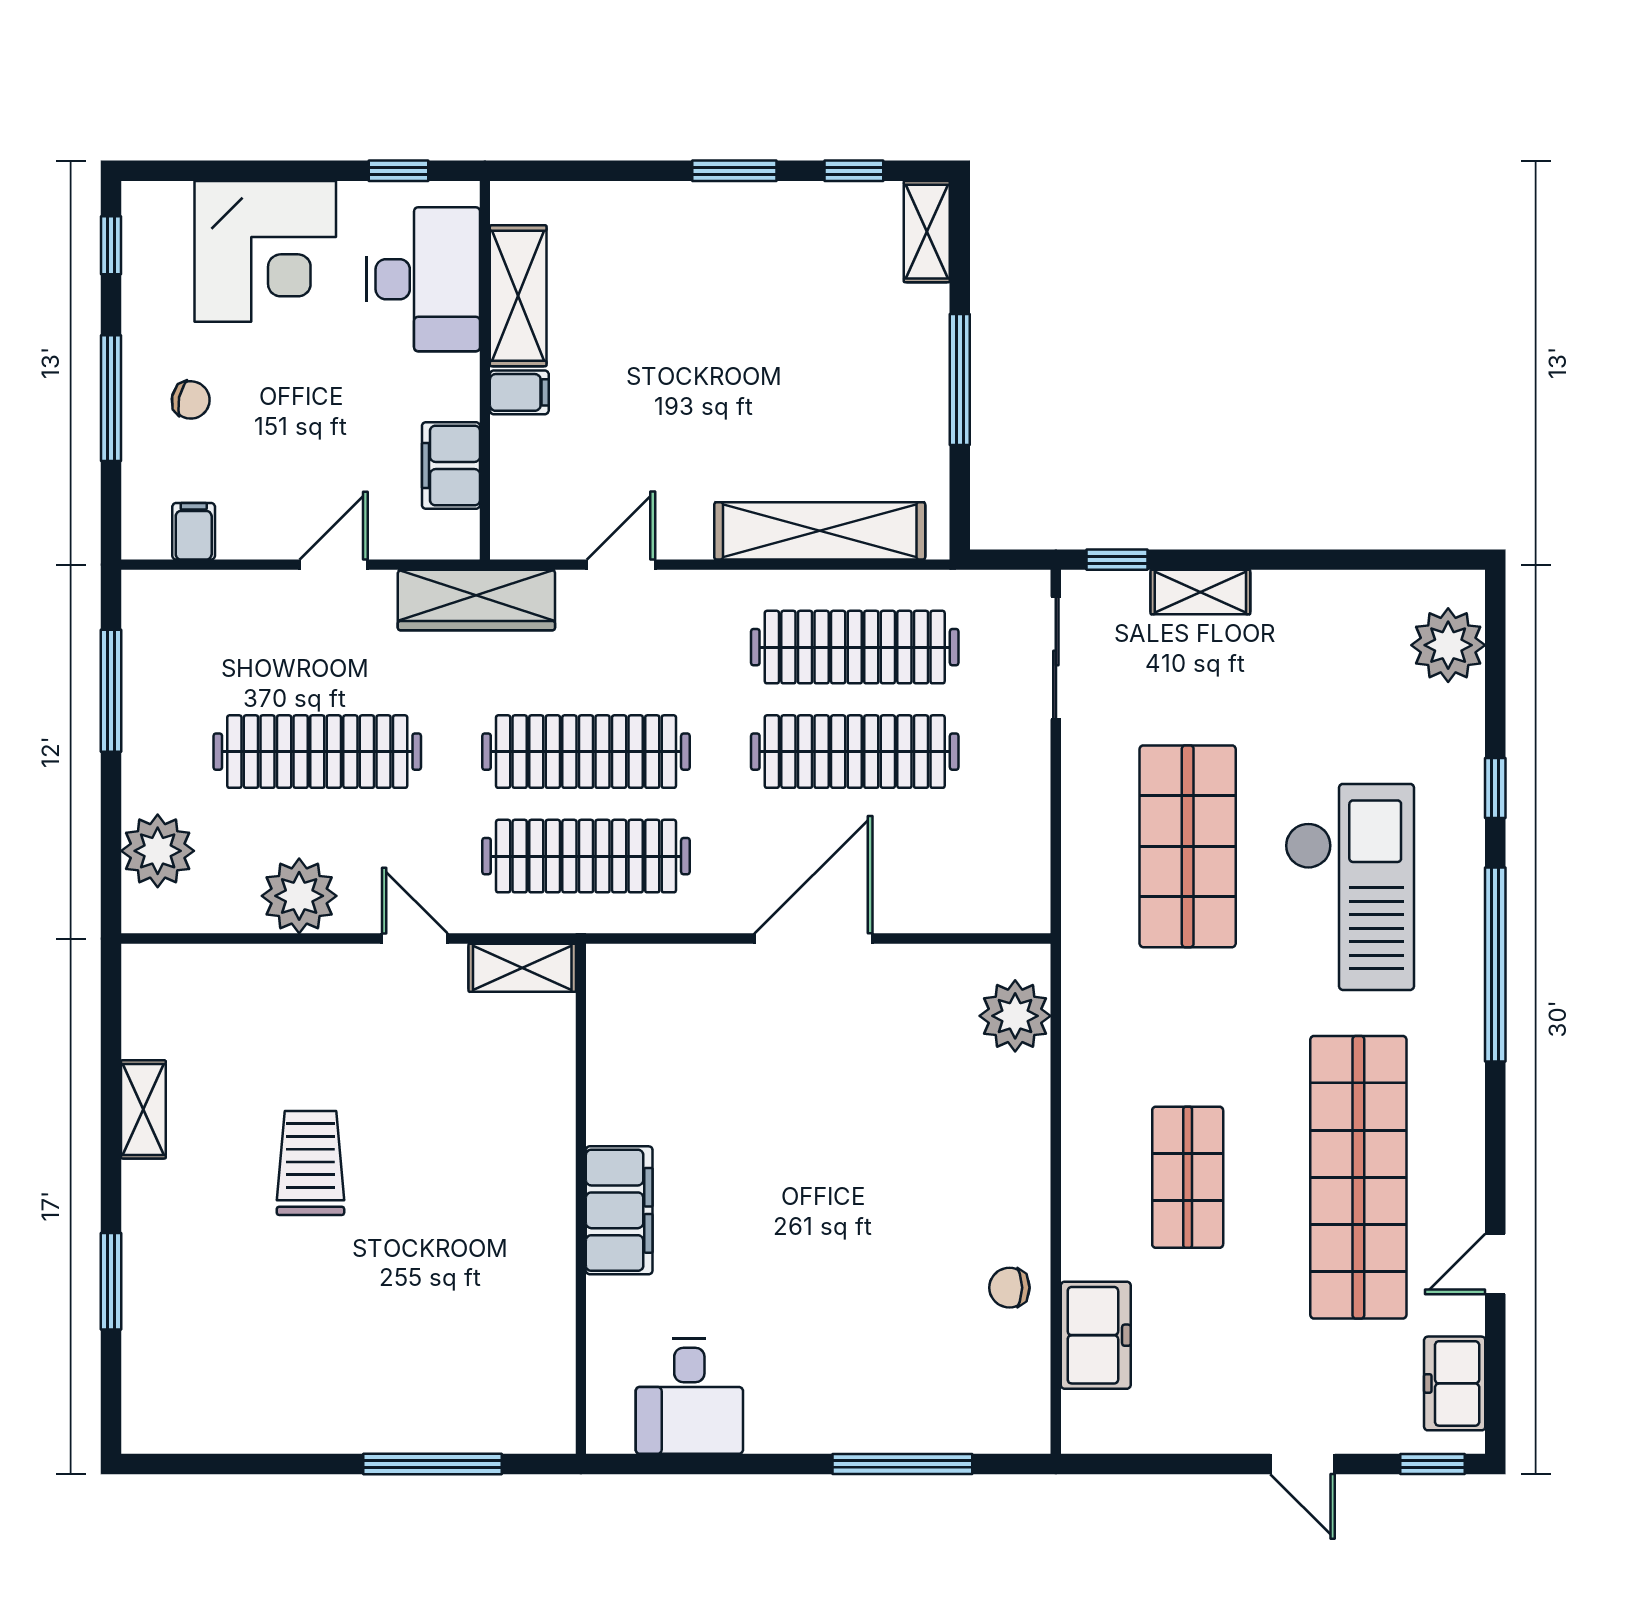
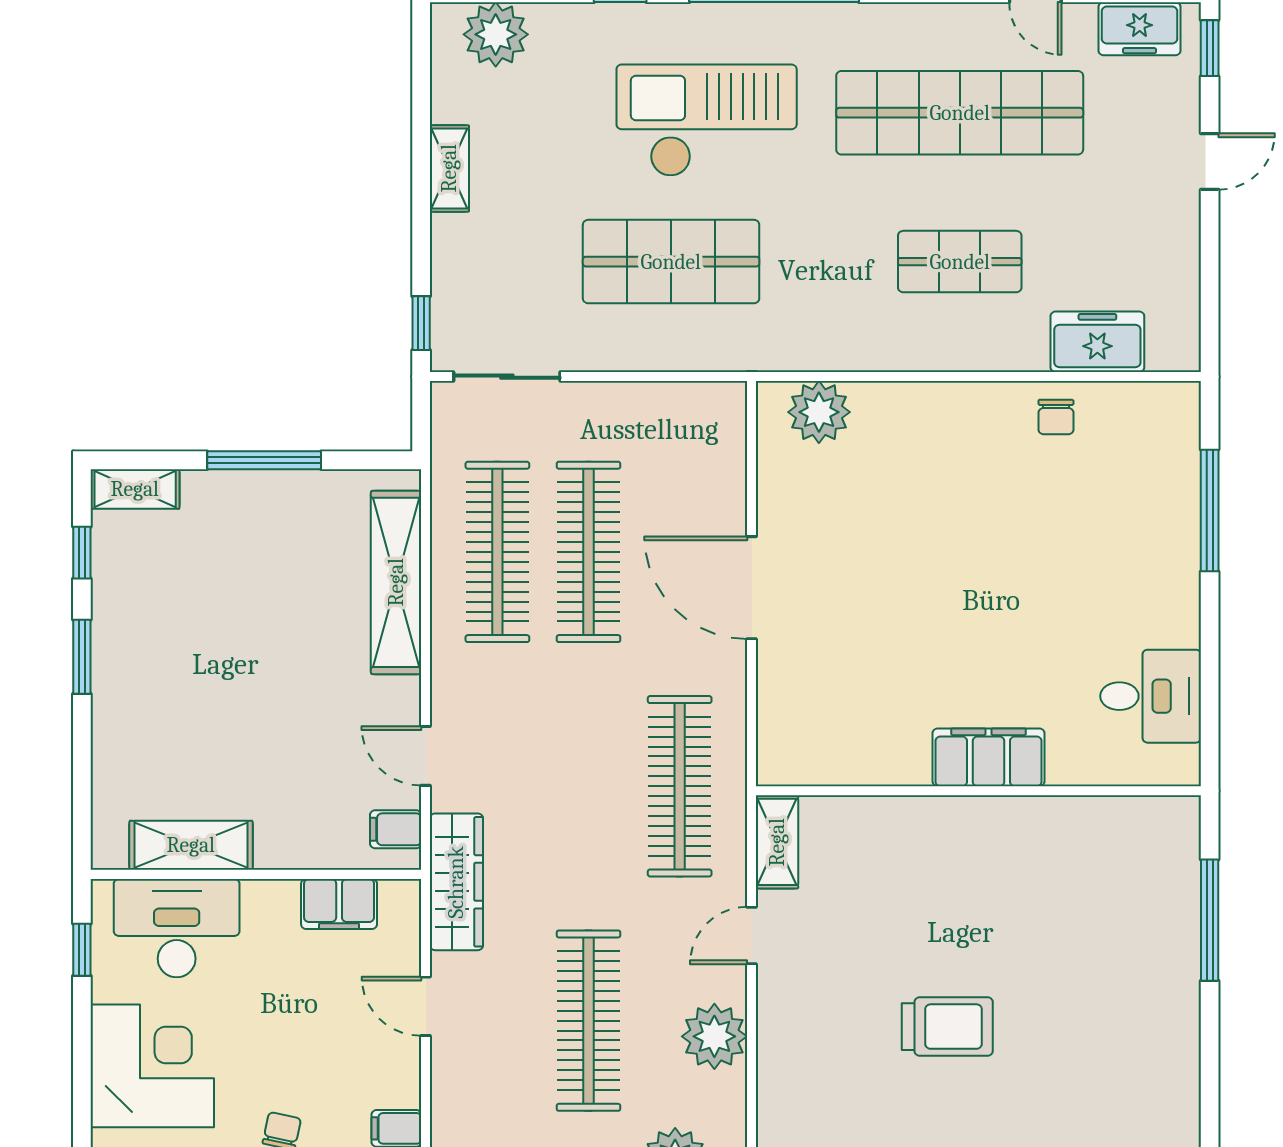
filing cabinet: (519, 392) -> (396, 829), moved, turned -90
shelving: (1200, 592) -> (449, 168), moved
clothes rail: (586, 752) -> (589, 786), removed
trolley: (310, 1163) -> (947, 1027), turned 180

